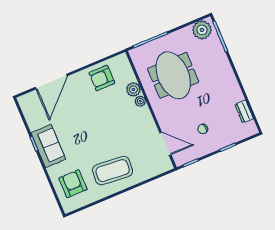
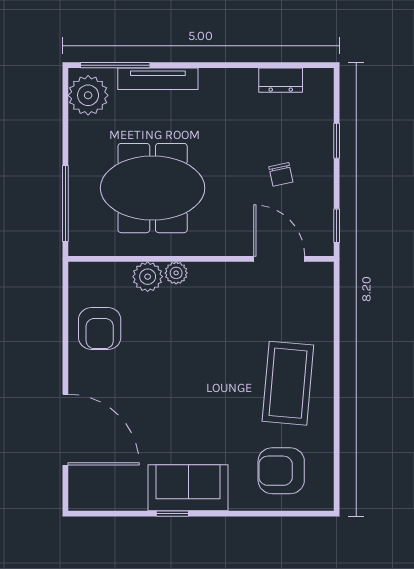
tv unit: (222, 57) -> (158, 79), added
door: (165, 144) -> (279, 259), hinge flipped

